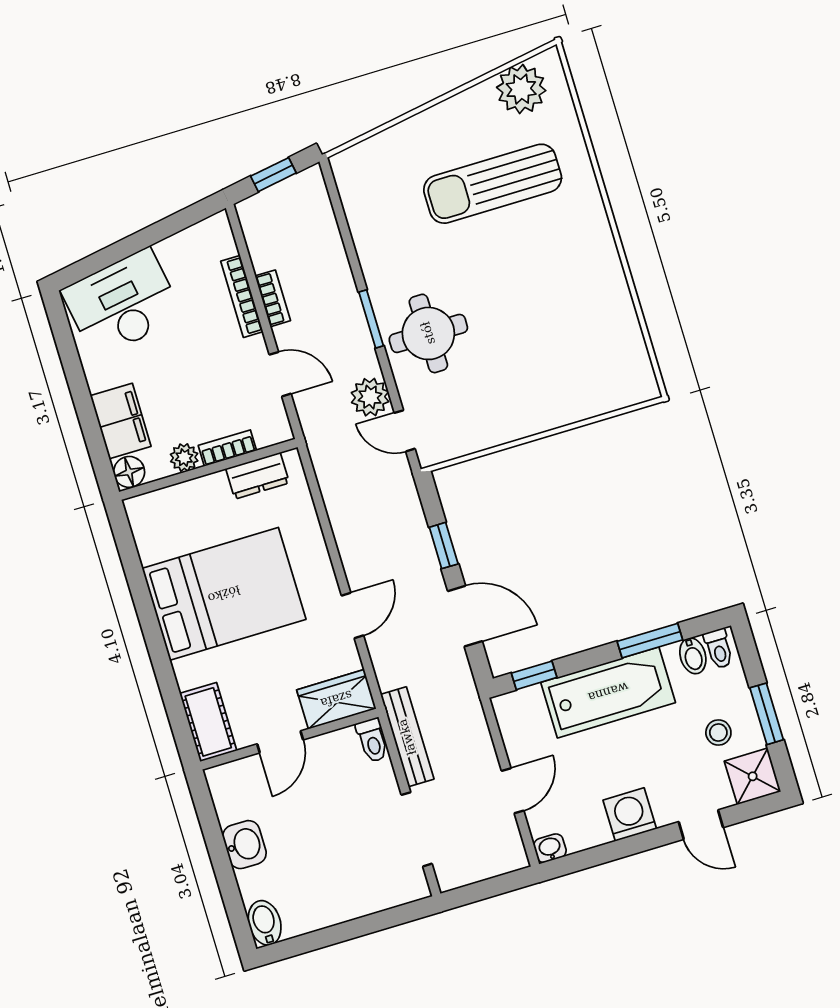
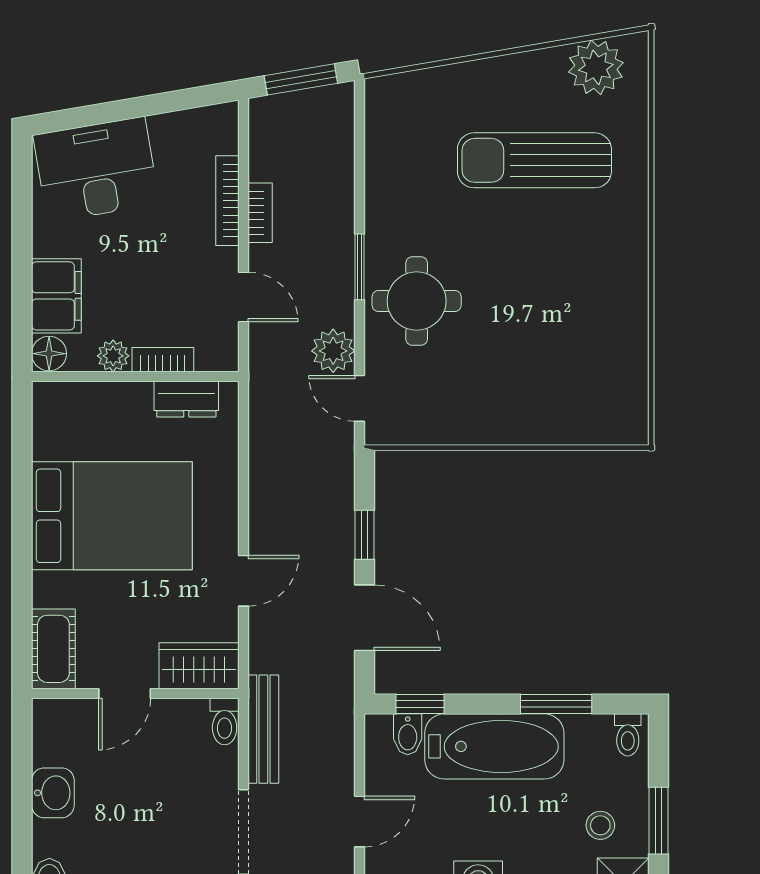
window: (273, 175) -> (301, 79), width x1.50
bidet: (693, 656) -> (408, 734), moved

